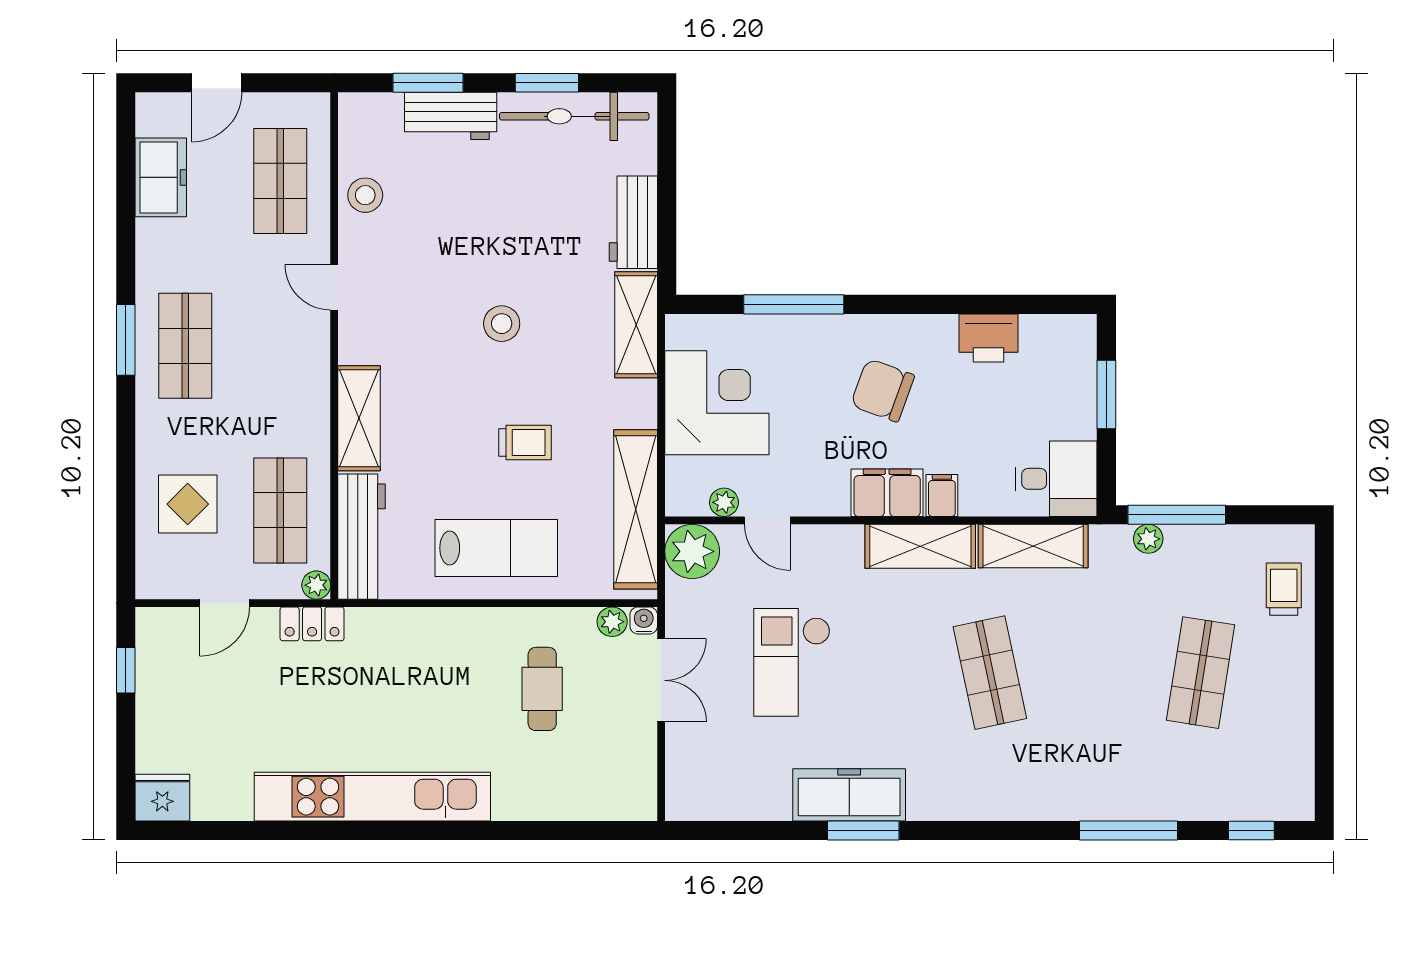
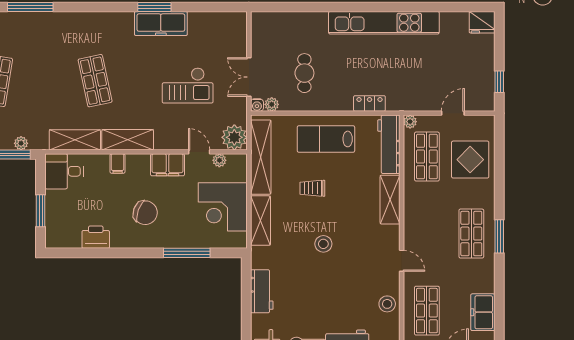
shelving: (636, 325) -> (260, 221), moved
filing cabinet: (887, 493) -> (168, 165), moved
display table: (188, 504) -> (470, 160), width x1.36, depth x1.36
locker: (312, 624) -> (369, 103), moved
checkout: (792, 662) -> (188, 85), turned 90

